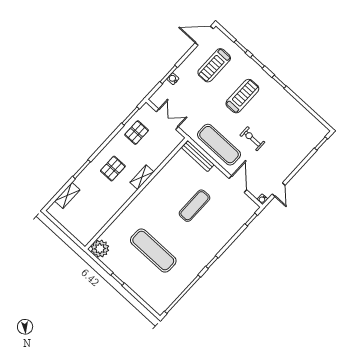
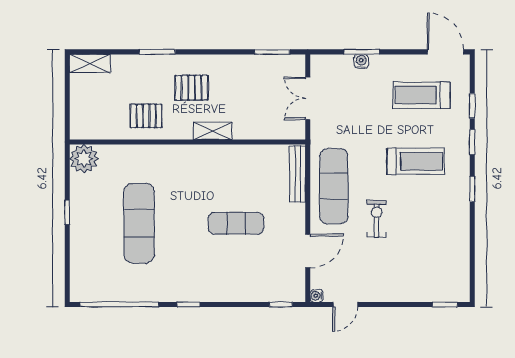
double door: (167, 119) -> (308, 98), swing flipped
pallet: (137, 133) -> (146, 116), moved
shelving: (67, 195) -> (90, 63), moved

